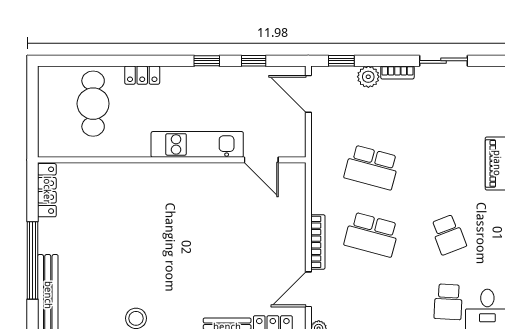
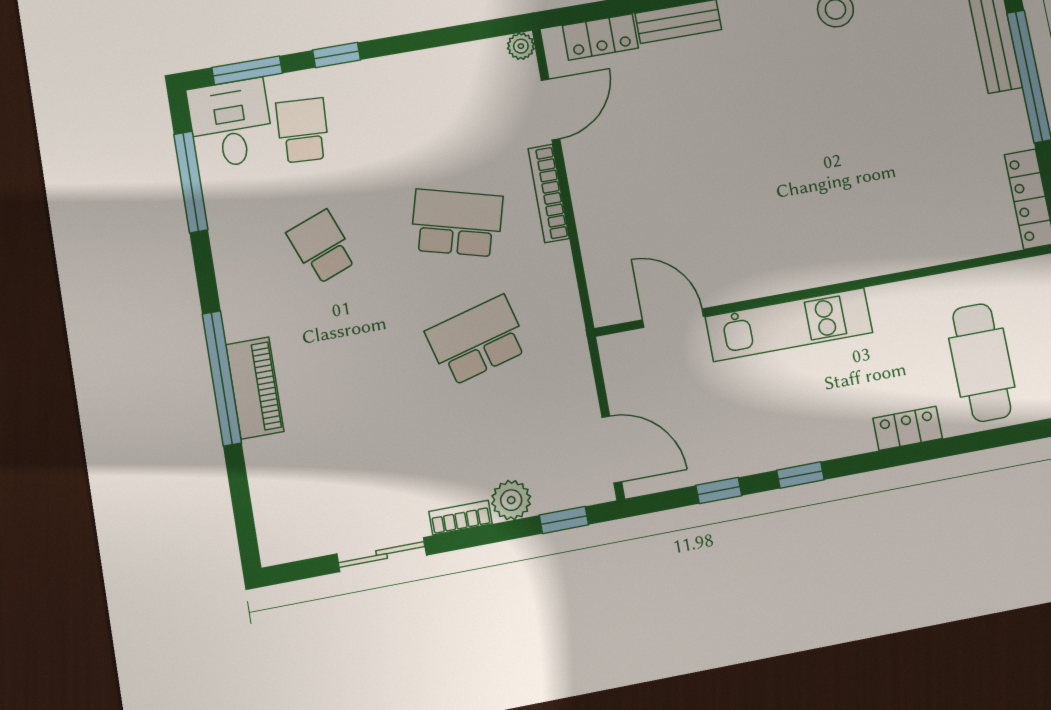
school desk: (372, 167) -> (477, 340), turned -30

